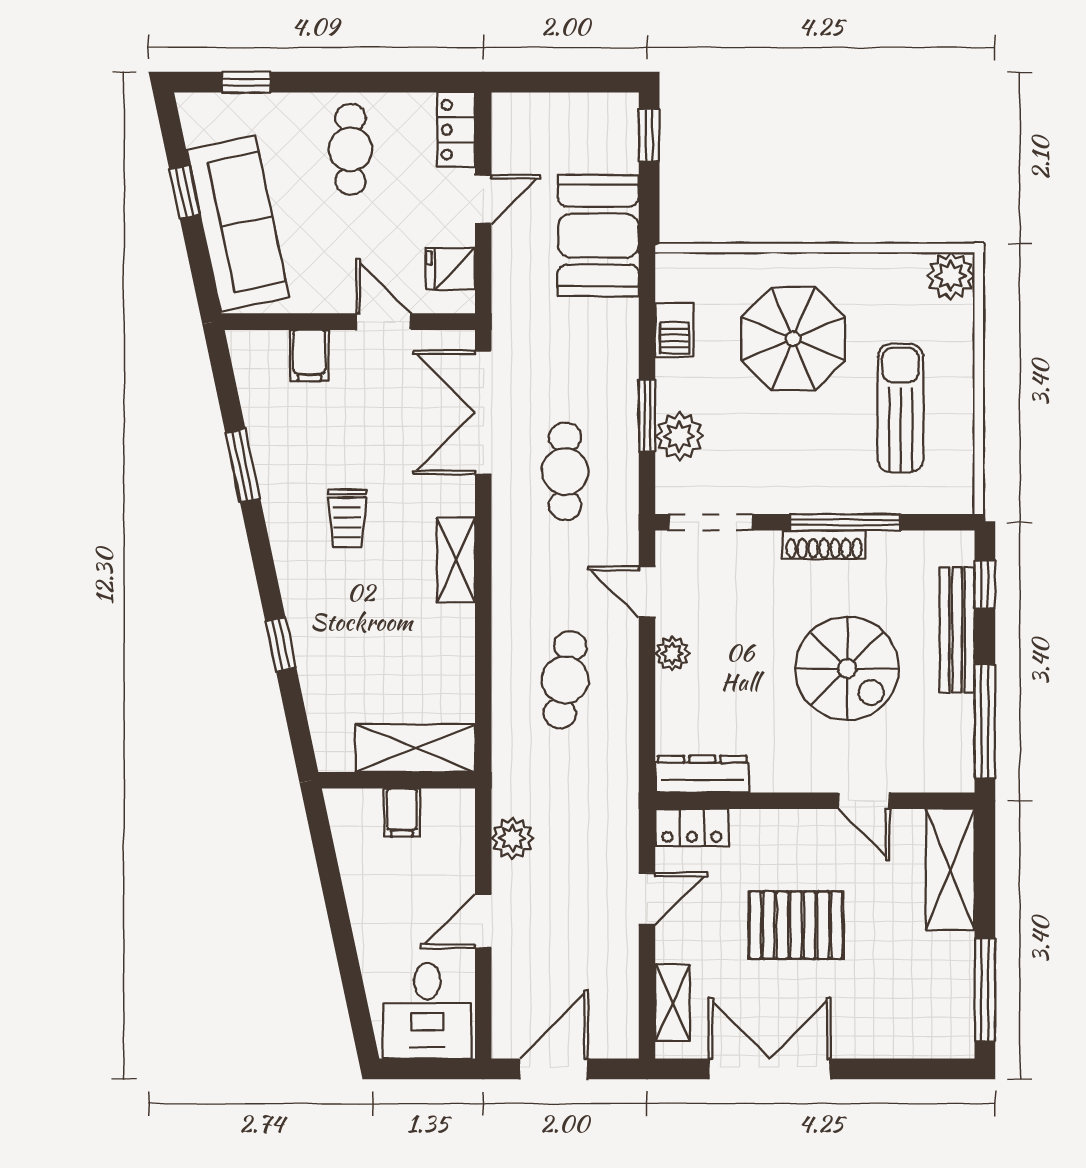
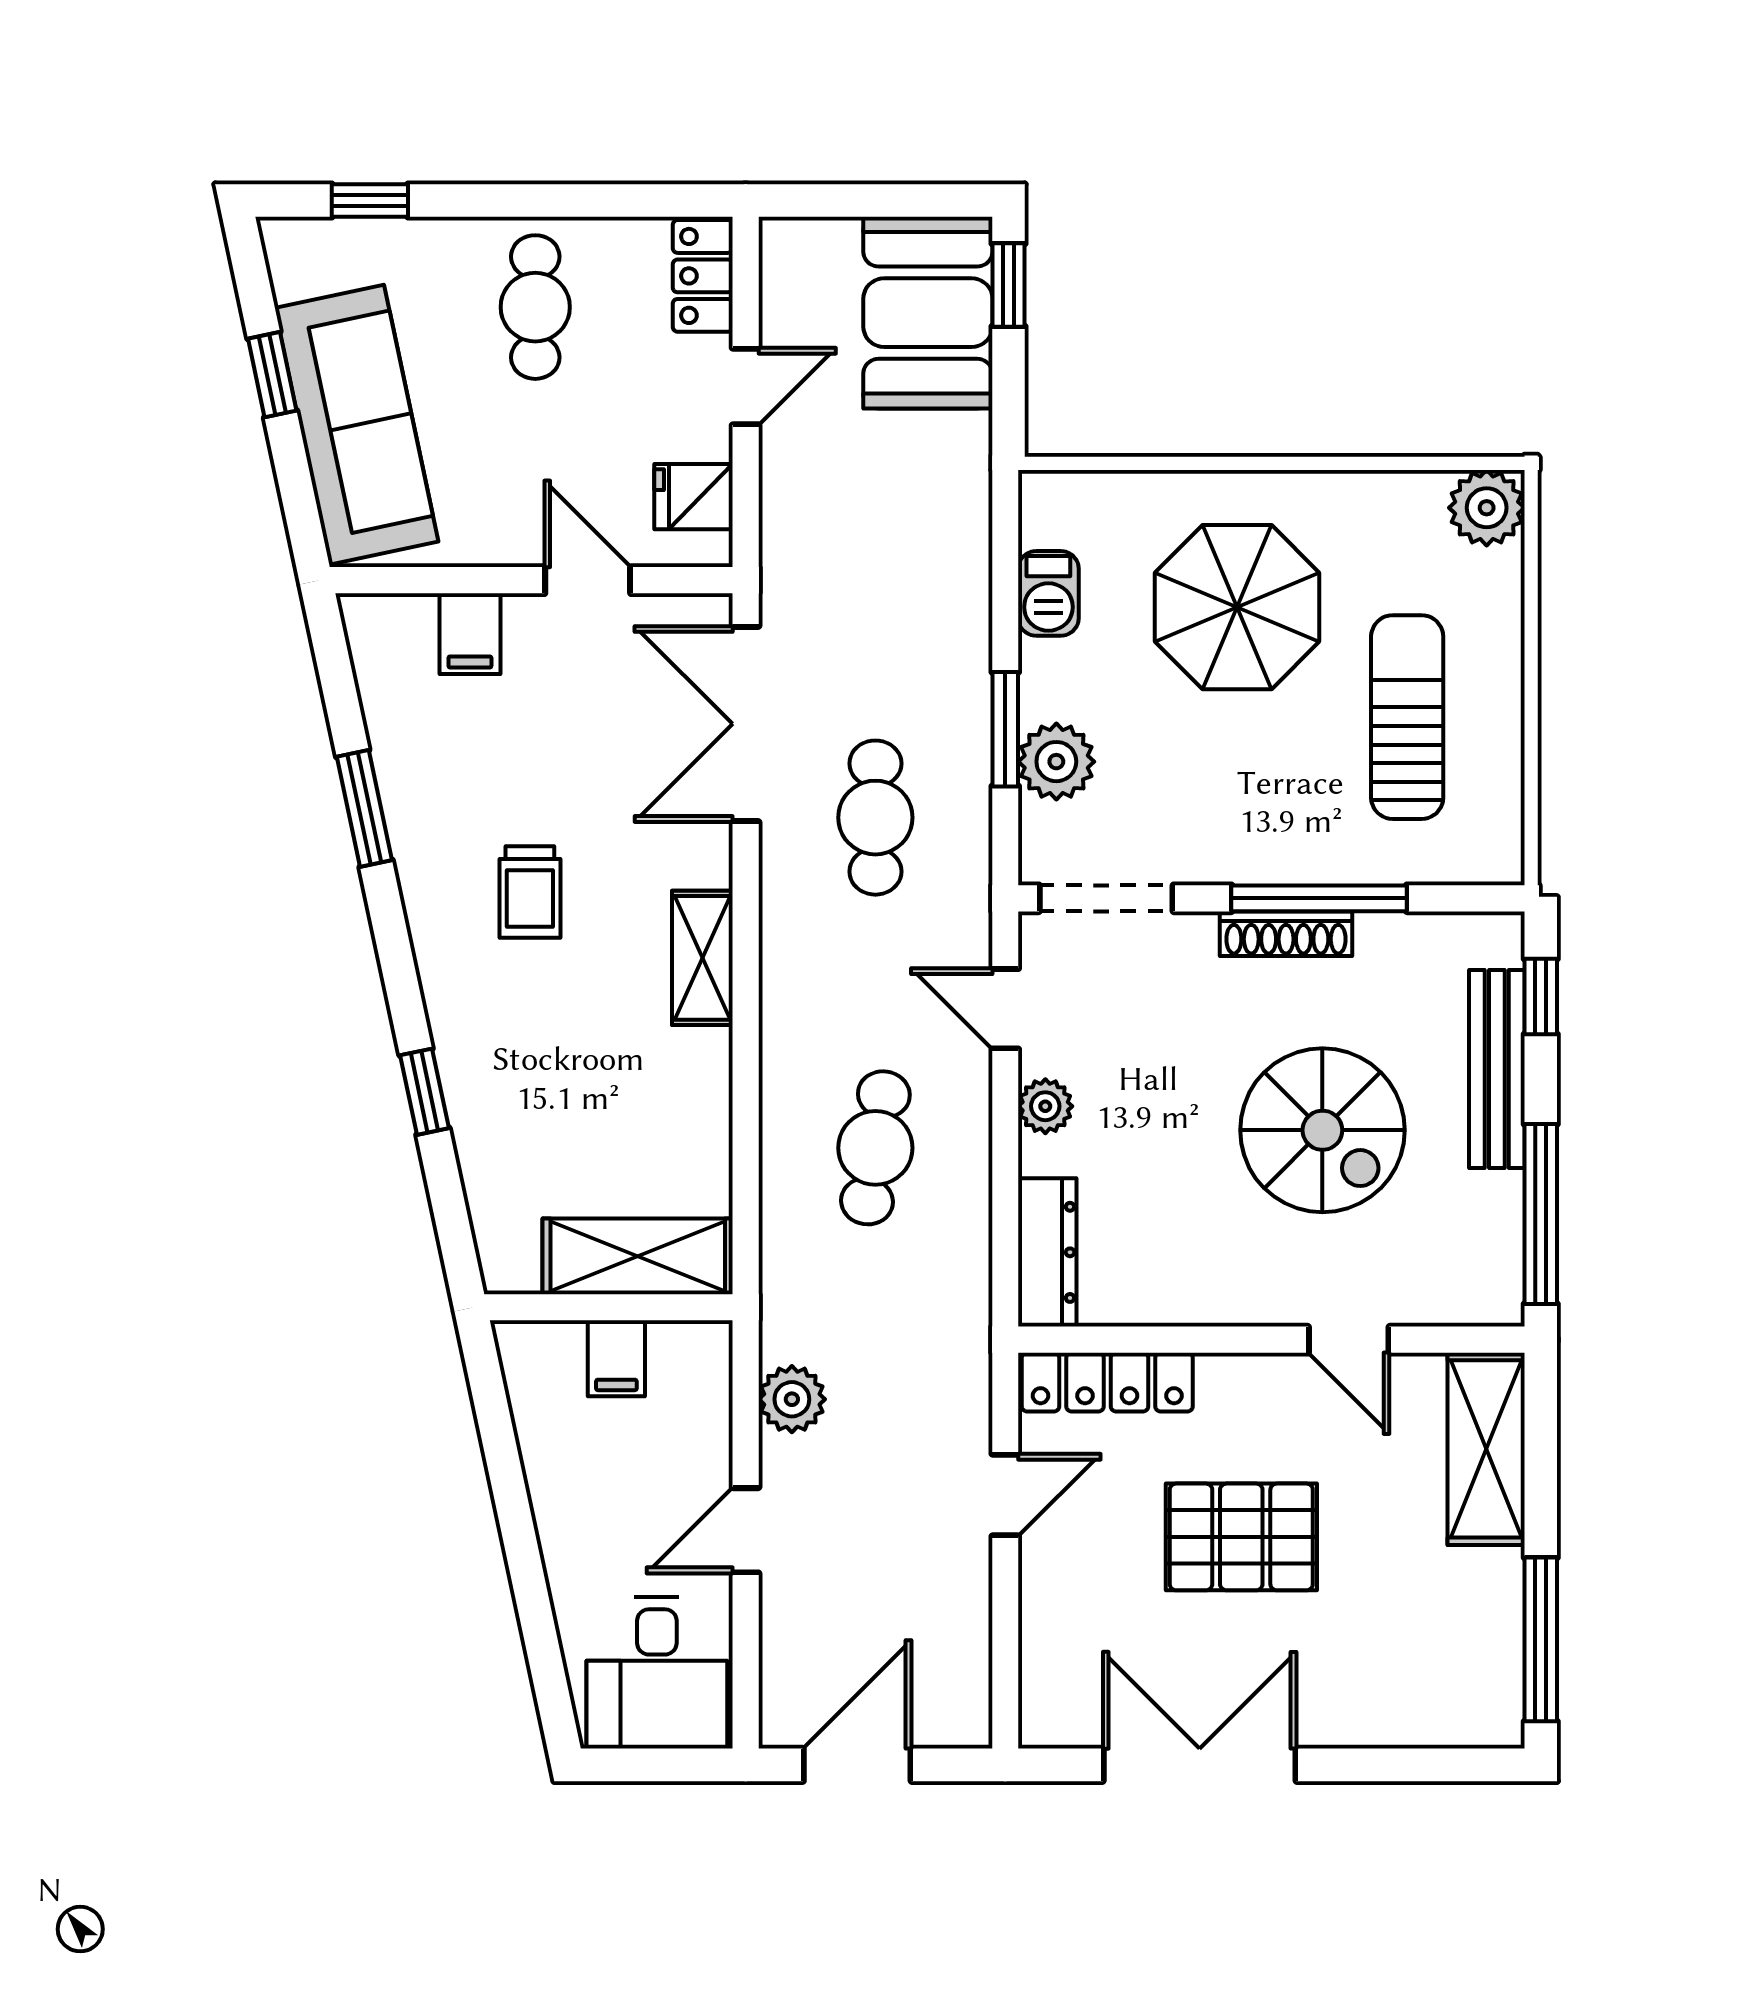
booth: (598, 236) -> (928, 313), moved
dresser: (702, 774) -> (1047, 1252), moved, turned 90
locker: (692, 828) -> (1107, 1382), width x1.53
shelving: (673, 1003) -> (1046, 1660), removed

